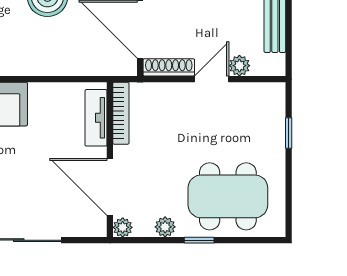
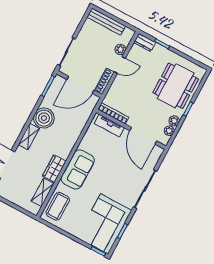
door: (212, 79) -> (120, 65), swing flipped
dresser: (275, 101) -> (145, 42), added
door: (110, 187) -> (143, 136), hinge flipped
plant: (123, 227) -> (169, 131), moved

